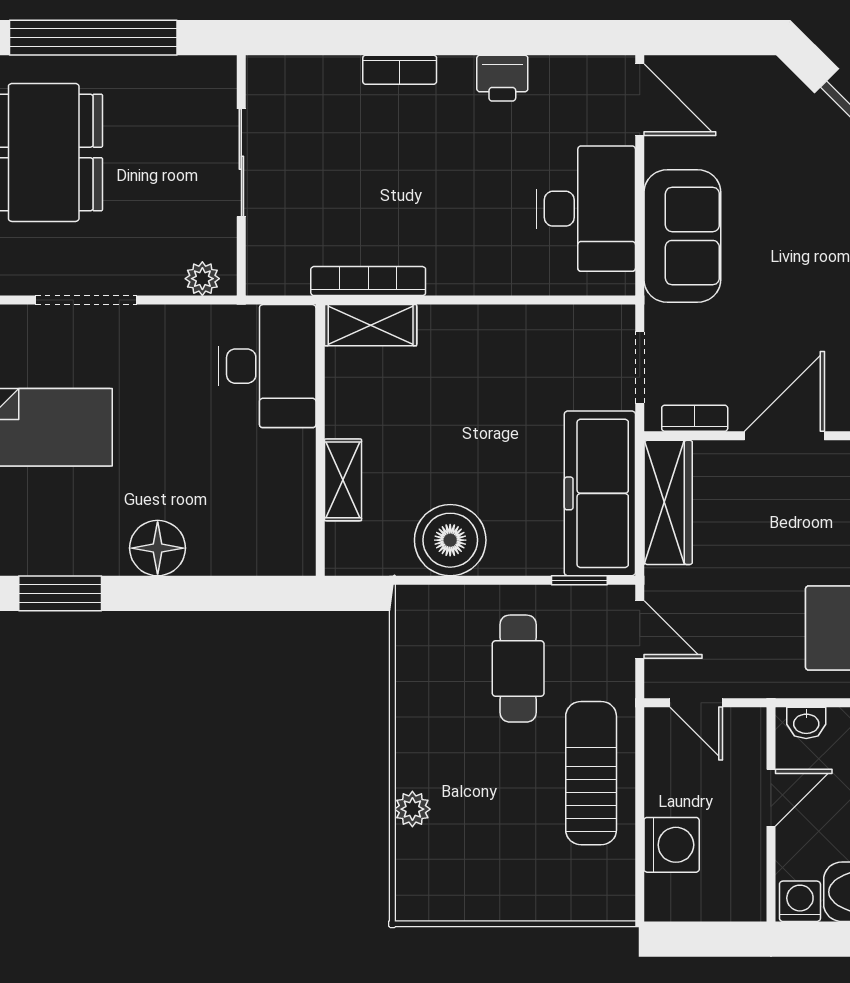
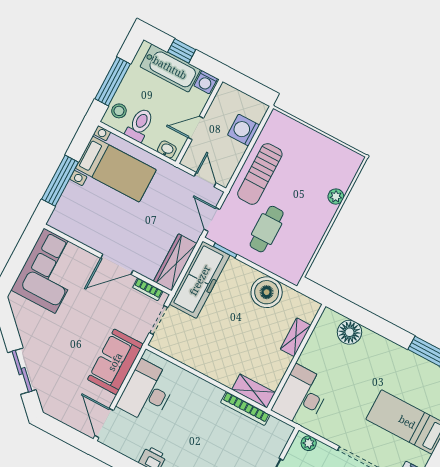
floor lamp: (158, 548) -> (350, 332), moved

